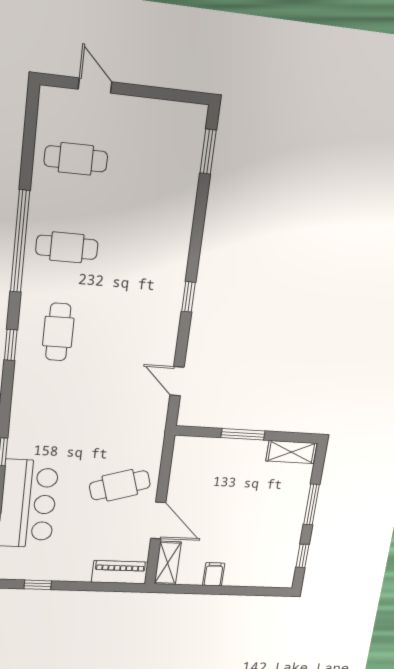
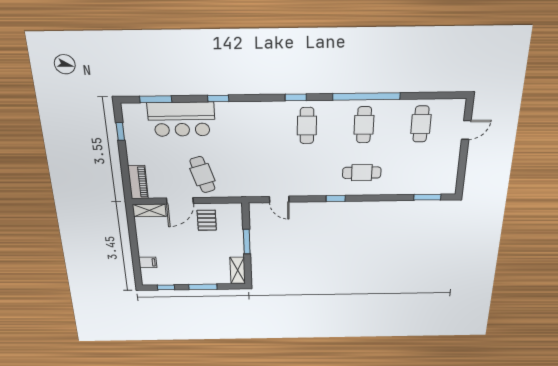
cafe table: (149, 255) -> (362, 173), added
cafe table: (58, 332) -> (307, 126), turned 90
door: (177, 381) -> (279, 199), swing flipped
pallet: (197, 487) -> (207, 220), added
filing cabinet: (214, 574) -> (148, 262), moved

